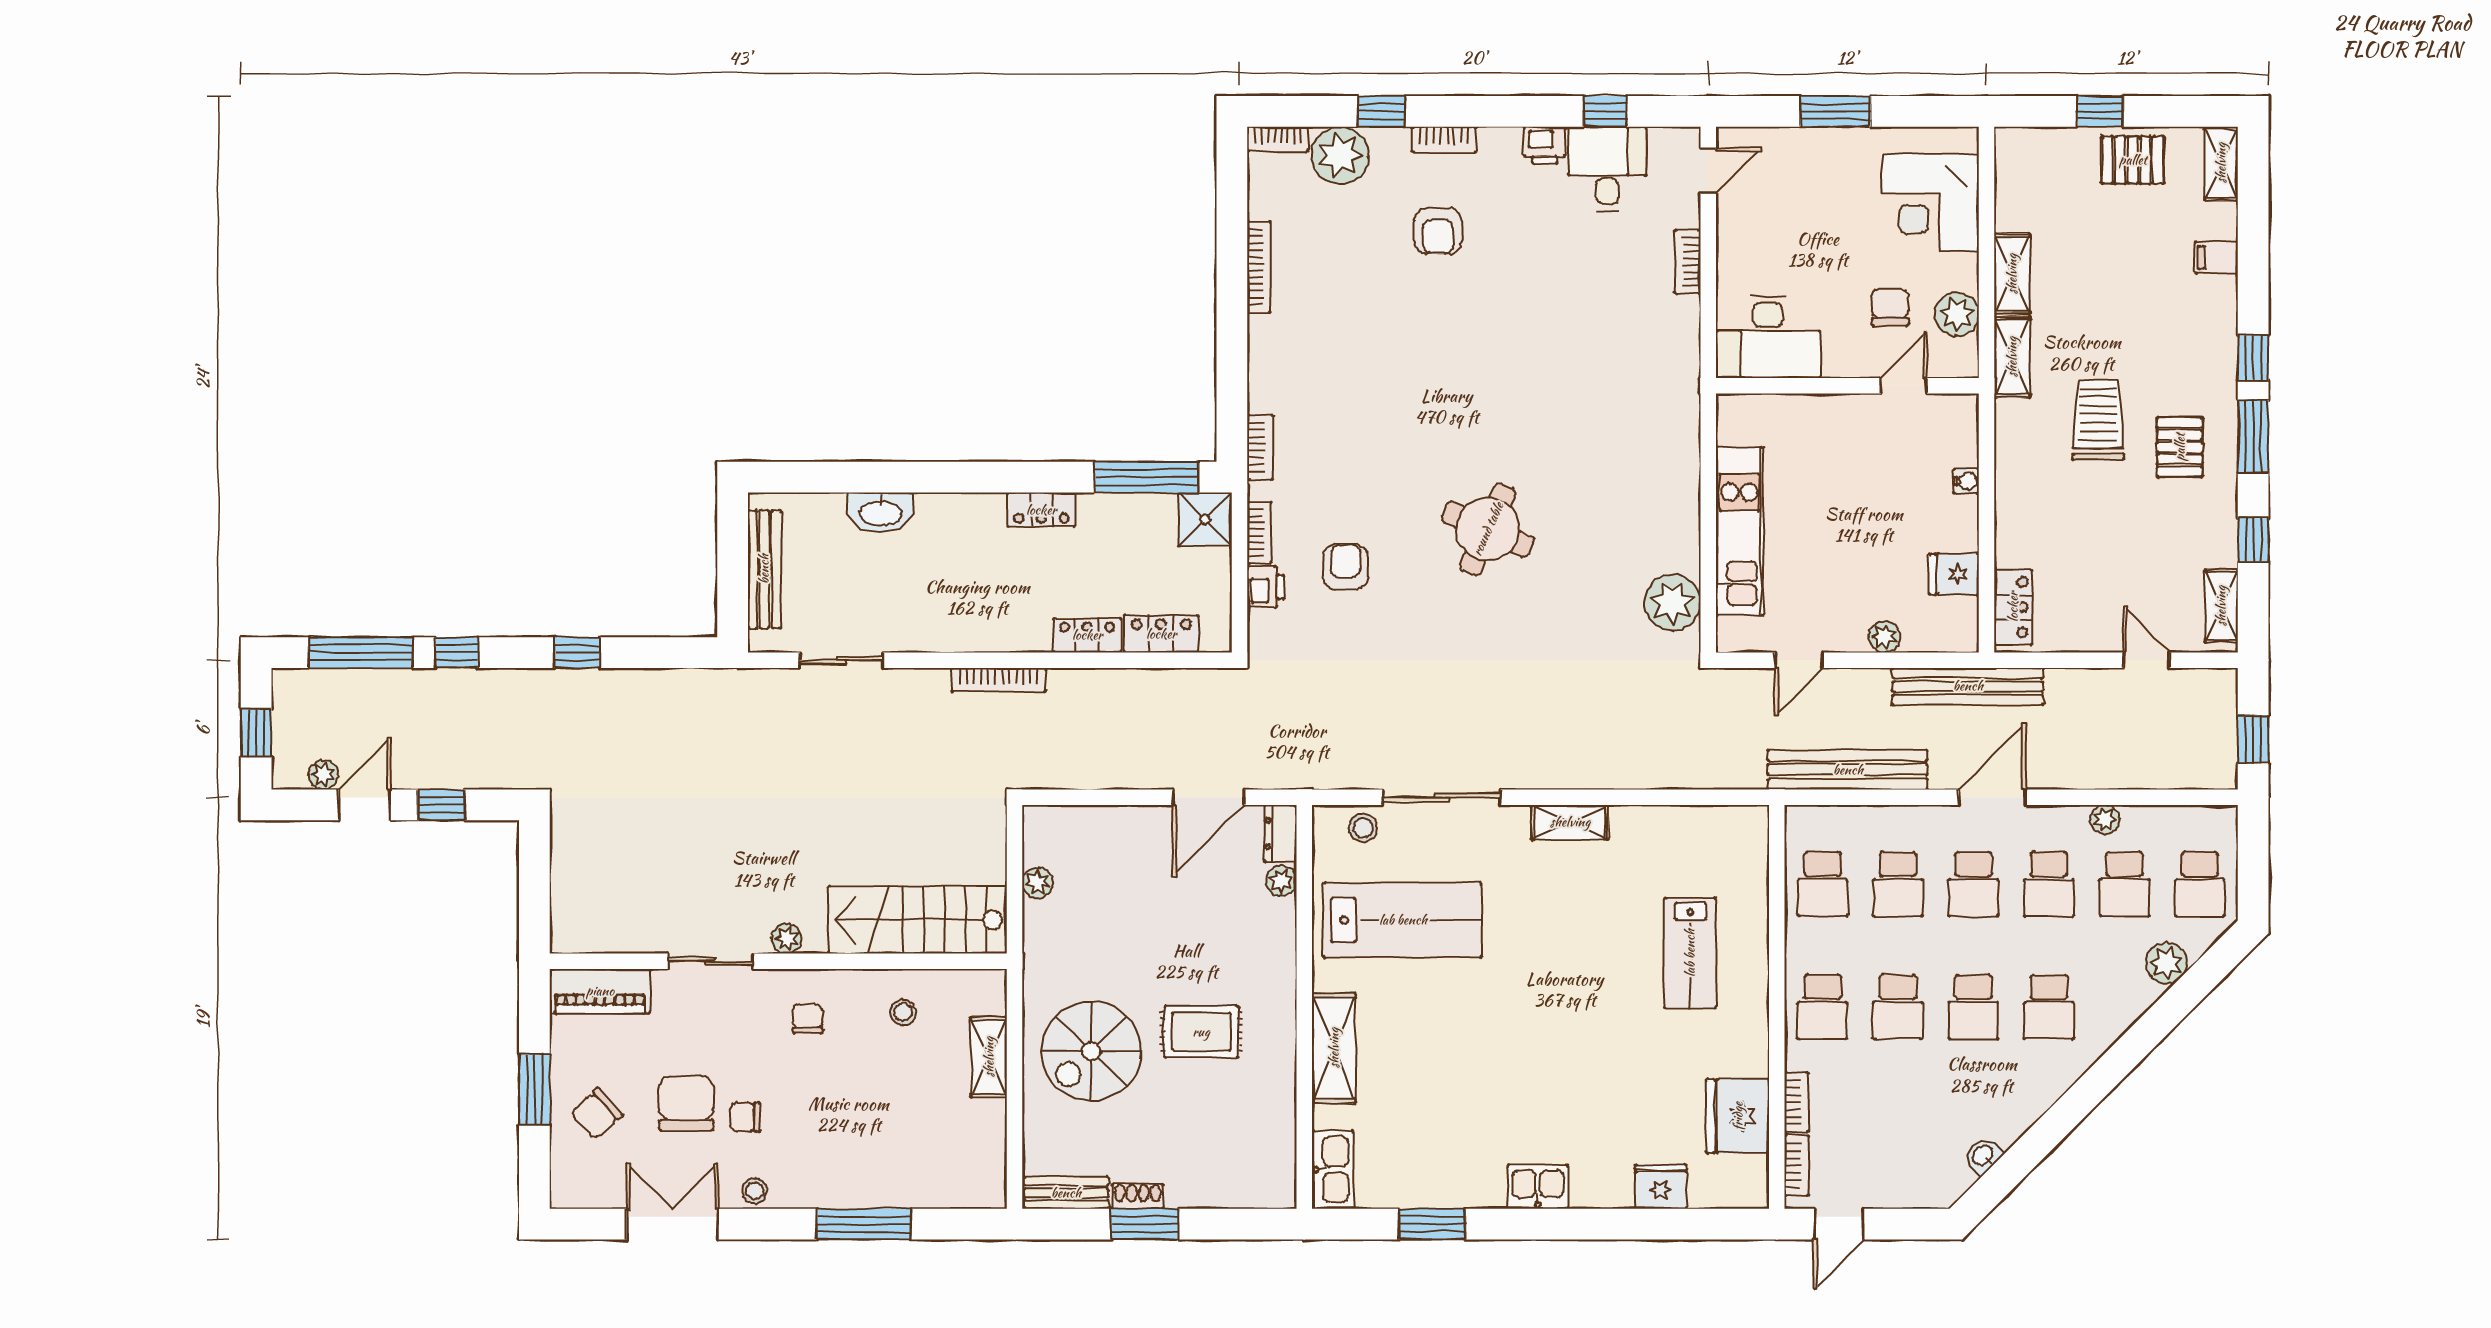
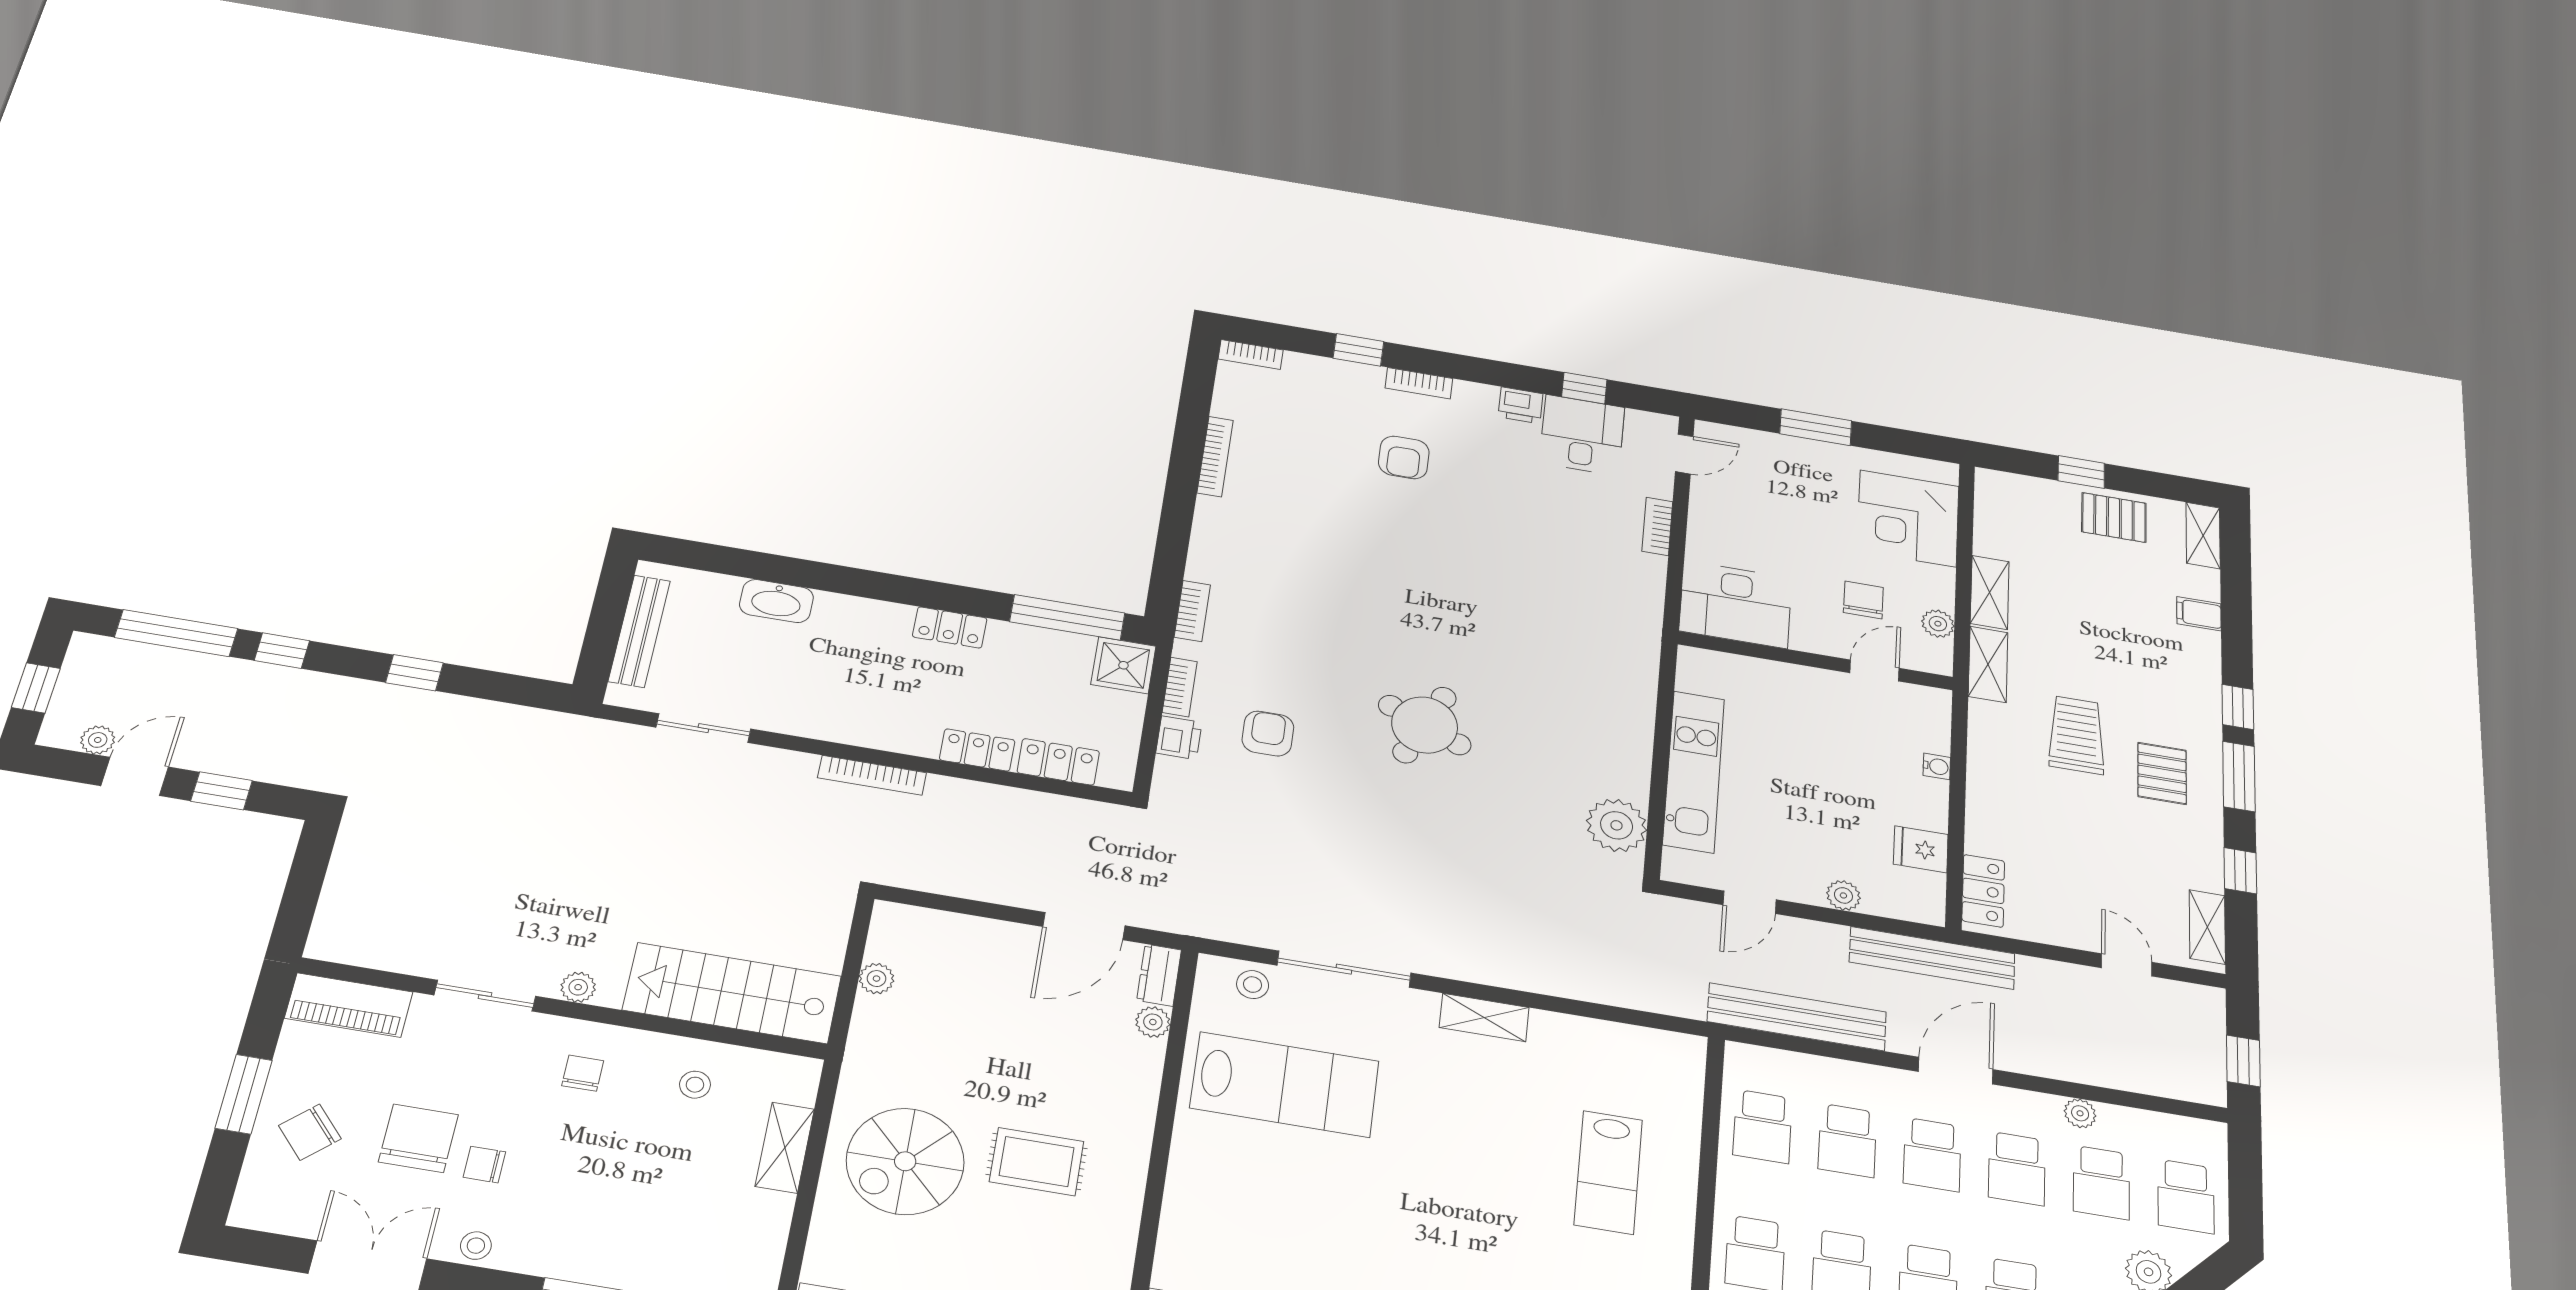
plant: (1340, 155) -> (1312, 378), removed
plant: (1957, 314) -> (1938, 624), width x0.73, depth x0.73
shelving: (1334, 1048) -> (1187, 1204), removed

